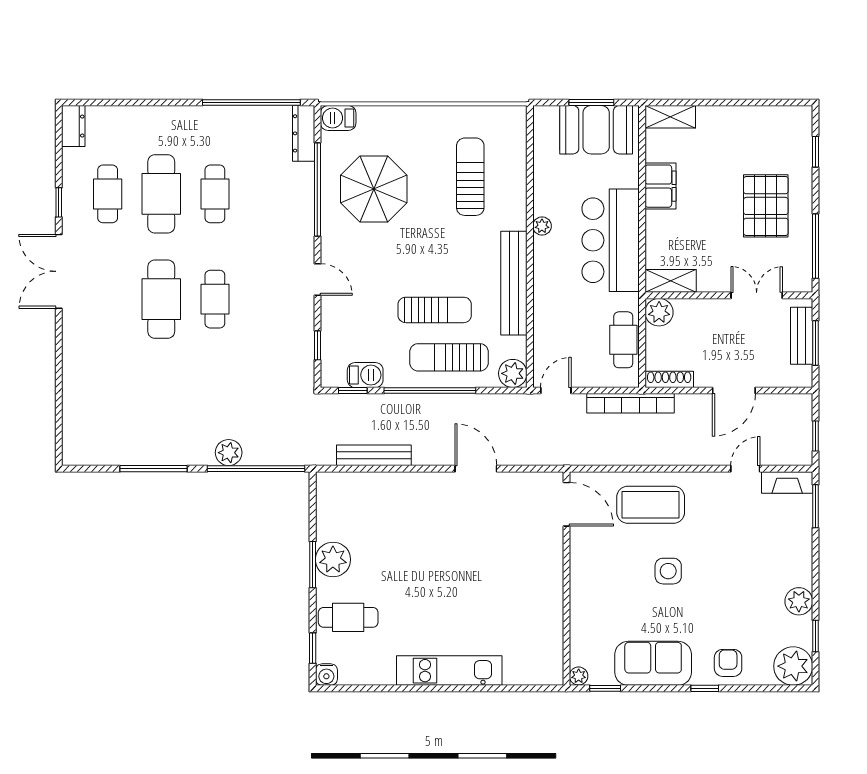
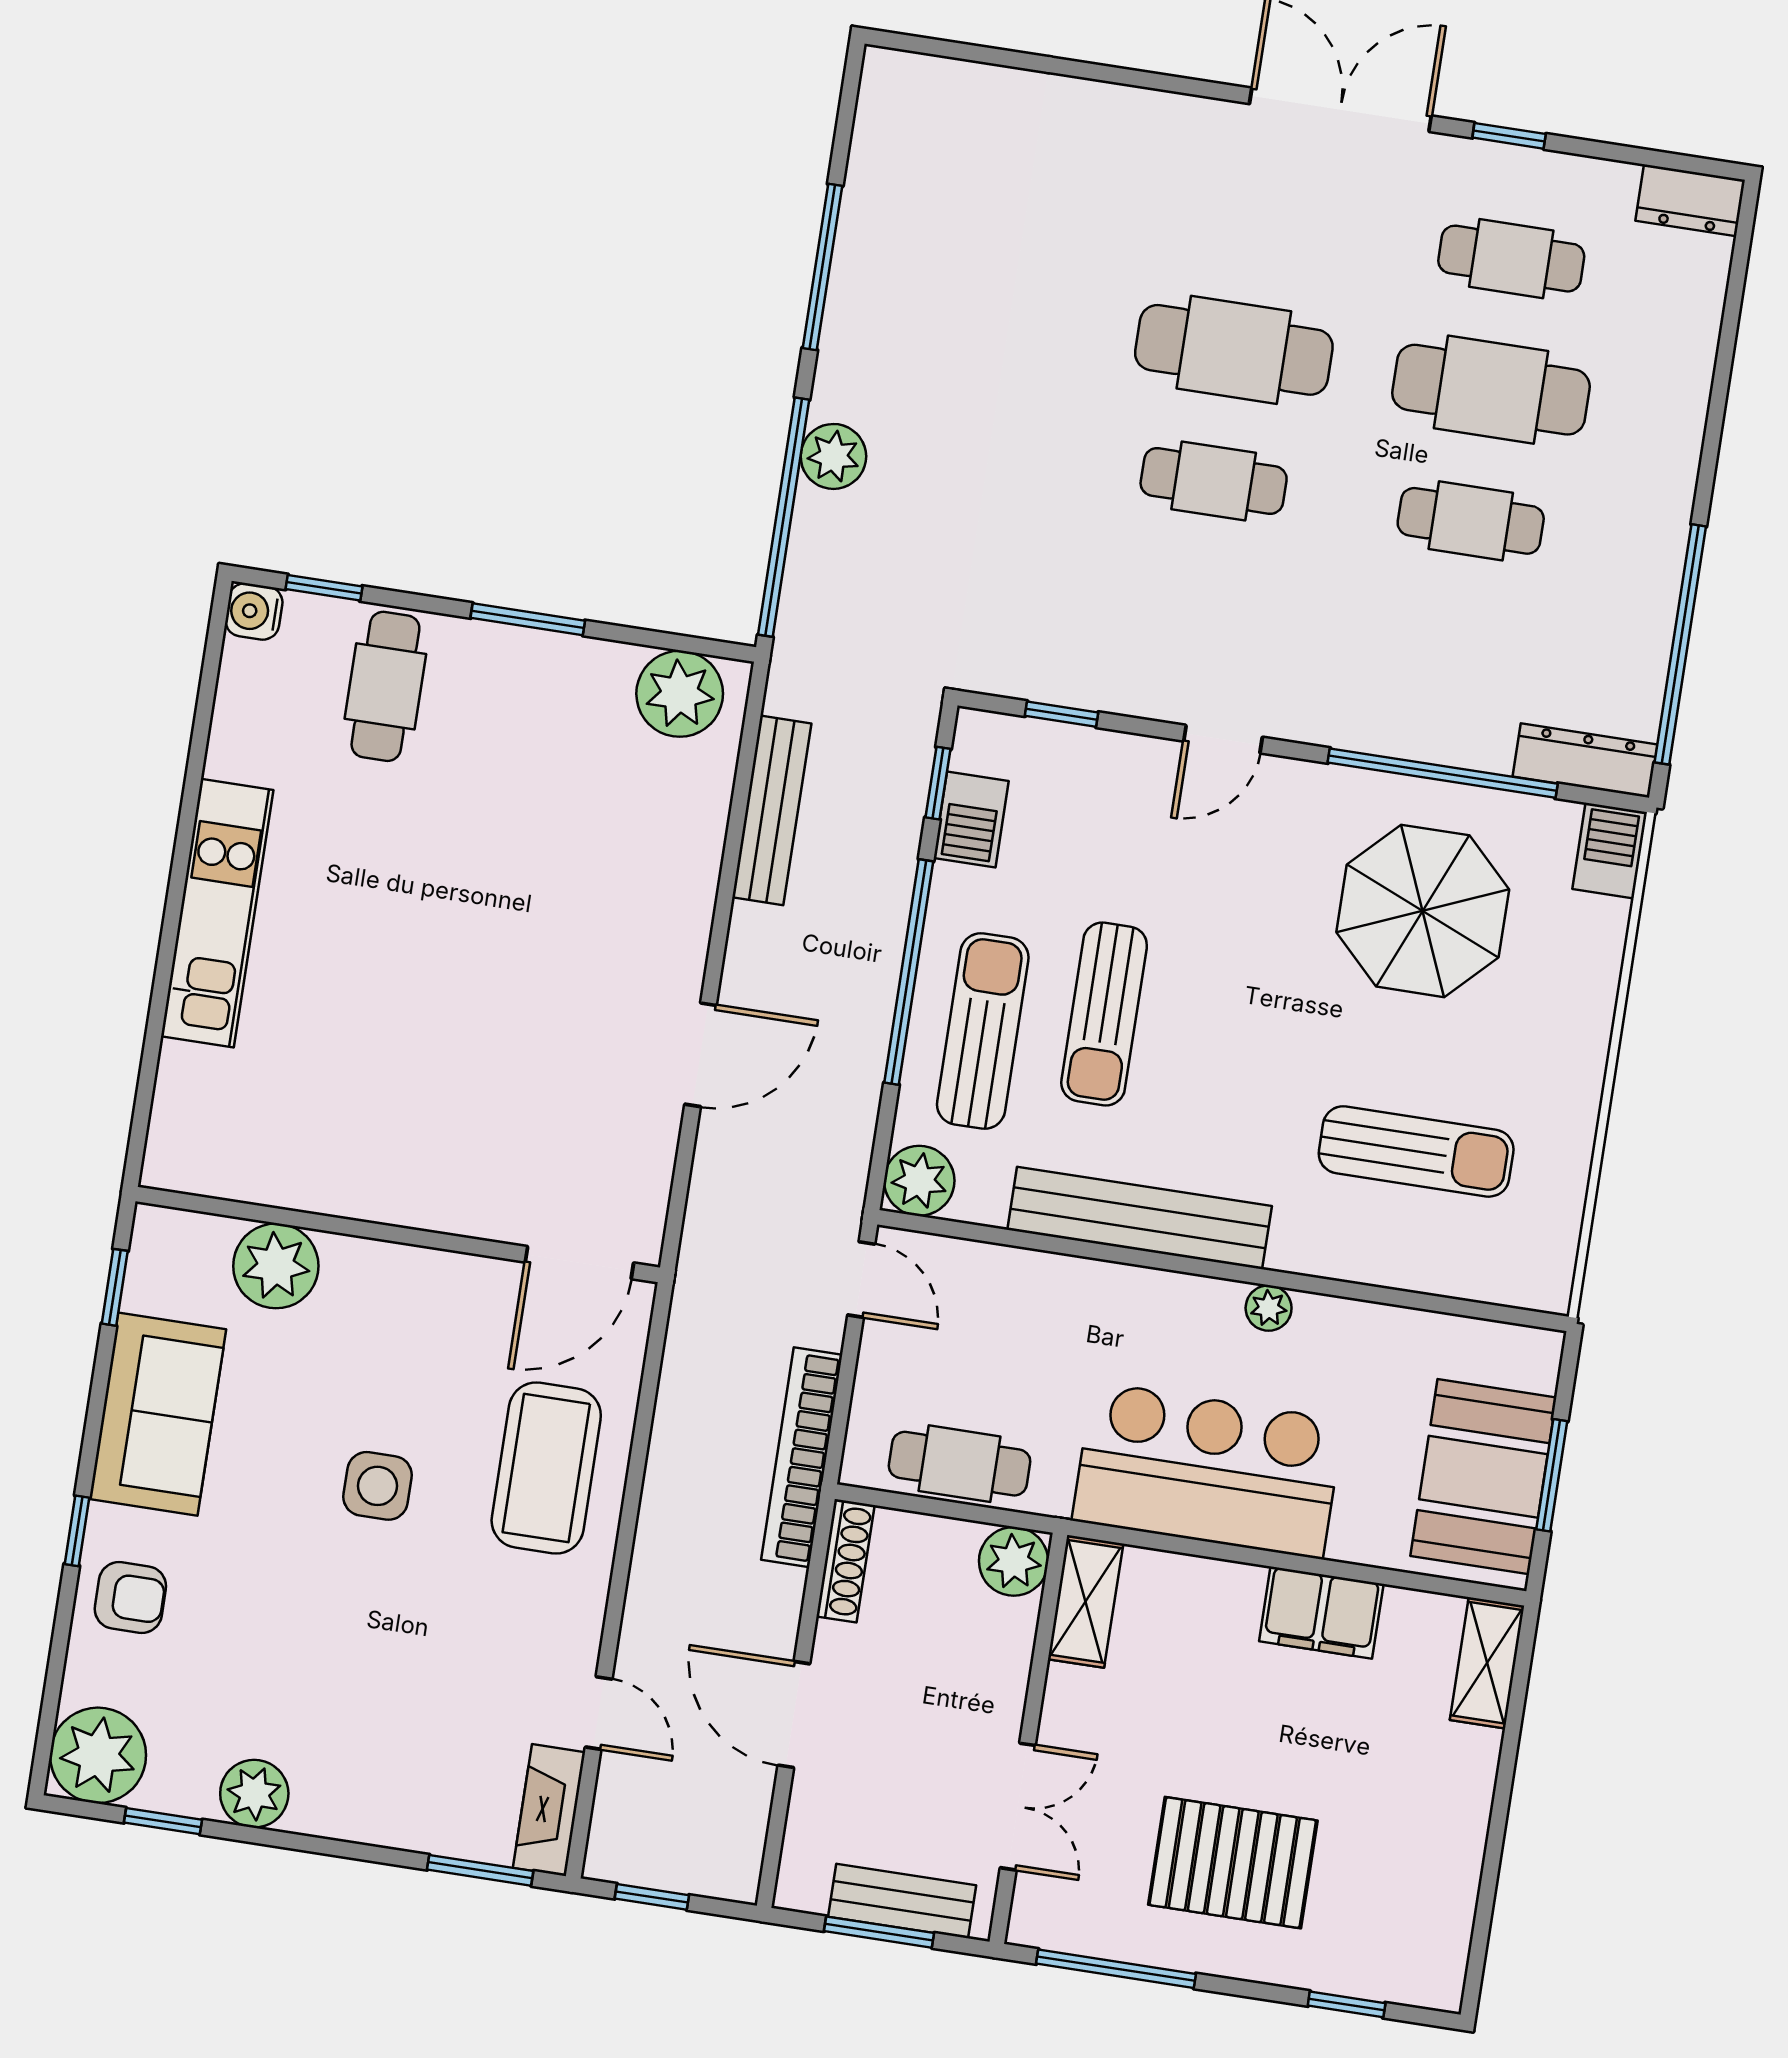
plant: (333, 560) -> (680, 694), moved
plant: (579, 676) -> (276, 1266), moved, width x1.88, depth x1.88

